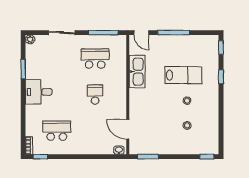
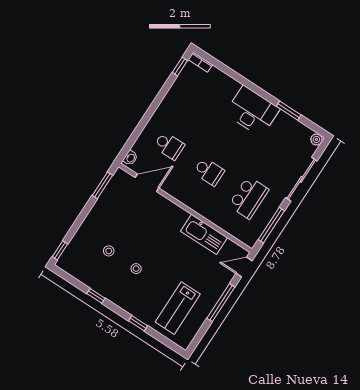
sliding door: (62, 33) -> (301, 179), width x1.37
window: (221, 47) -> (96, 296), moved
lab bench: (183, 75) -> (178, 308), moved
desk: (39, 92) -> (252, 111), width x1.37
school desk: (57, 131) -> (169, 146), moved, width x0.54

